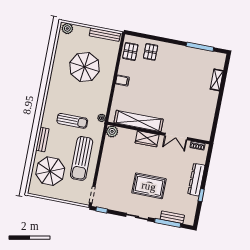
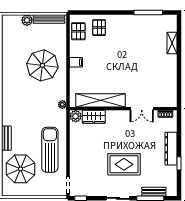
plant: (67, 28) -> (27, 20), moved
parasol: (85, 67) -> (42, 65), moved
sun lounger: (72, 121) -> (33, 113), removed
wardrobe: (147, 139) -> (94, 117), moved
sun lounger: (82, 158) -> (50, 150), turned 180

